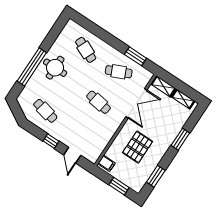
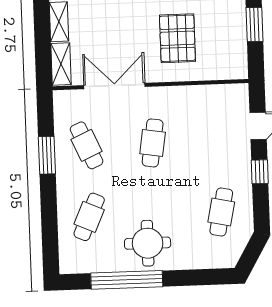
window: (135, 56) -> (47, 155), moved
window: (32, 67) -> (127, 280), moved
pallet: (138, 147) -> (177, 38), turned 90
filing cabinet: (106, 163) -> (234, 67), removed

